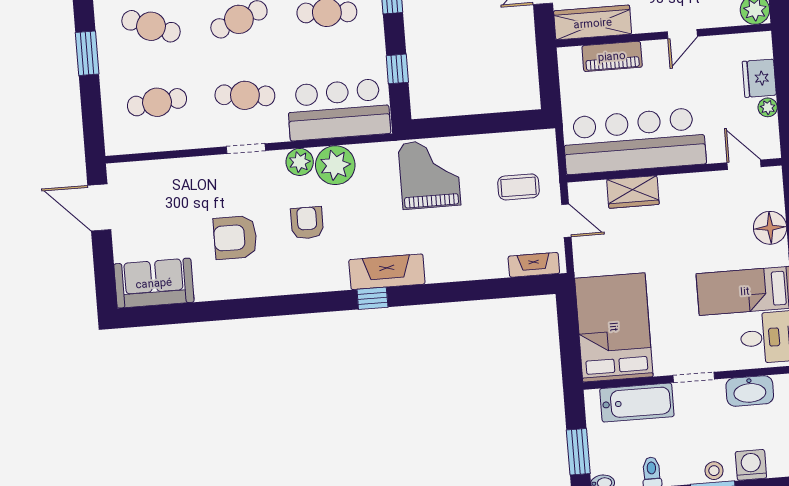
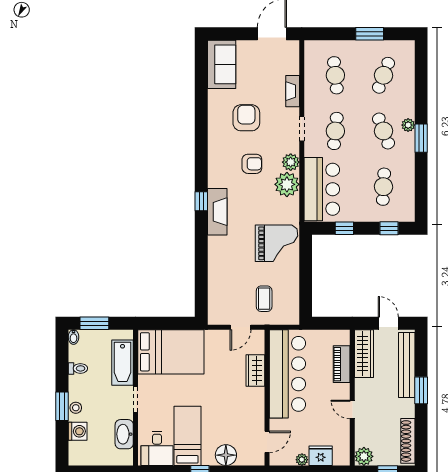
fireplace: (534, 265) -> (293, 91), moved, turned 180

